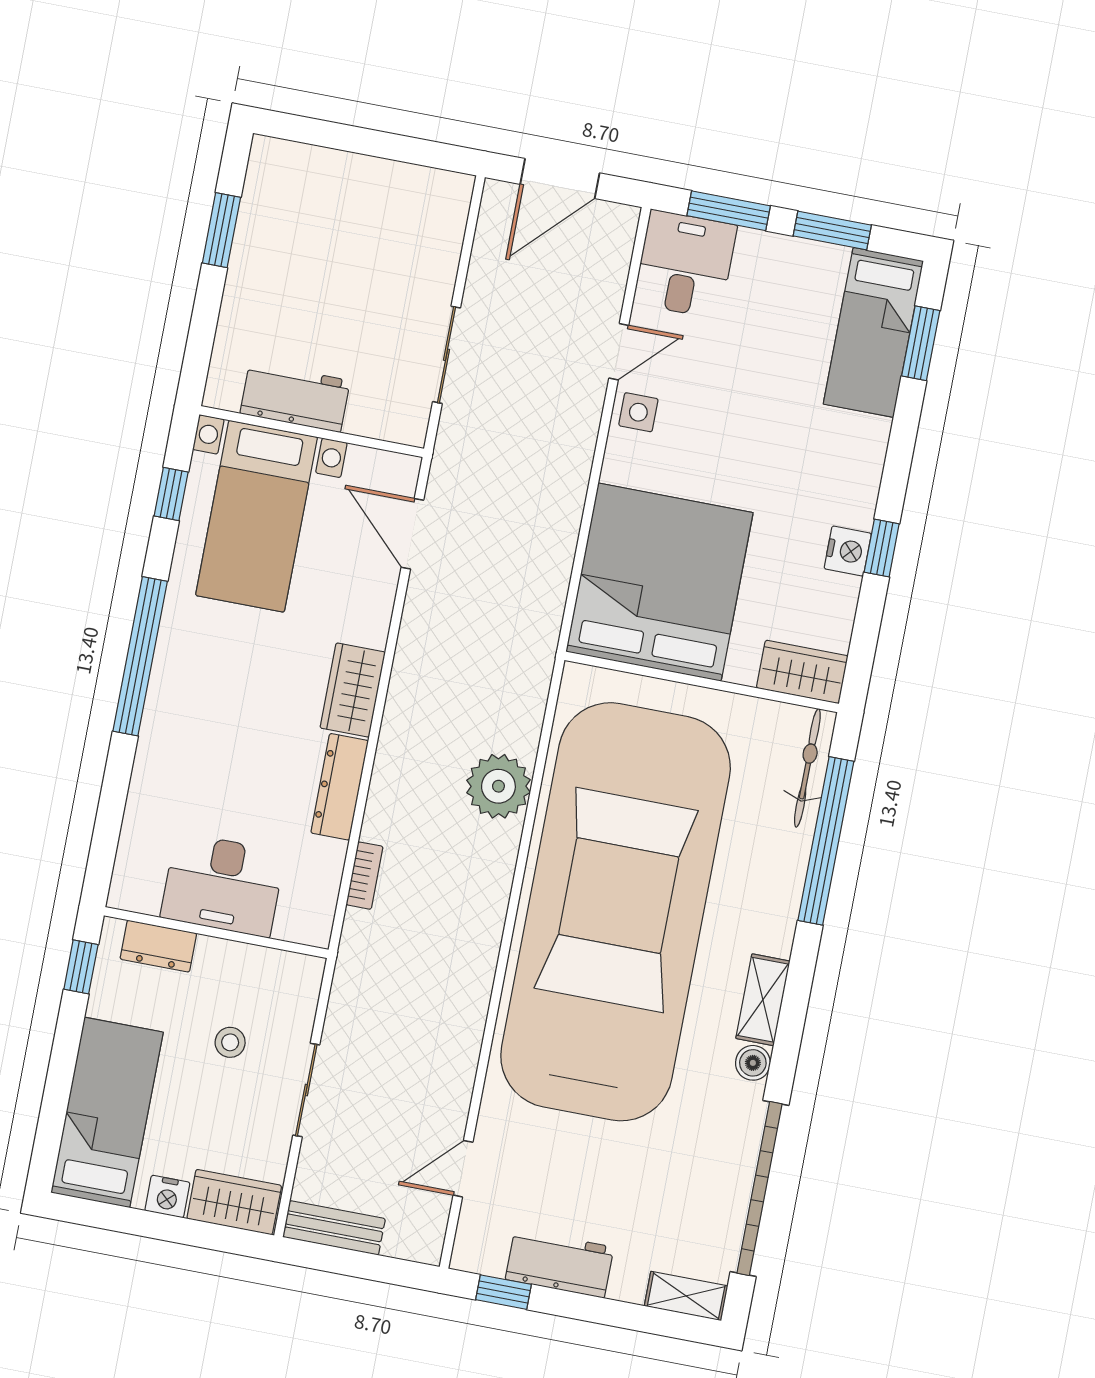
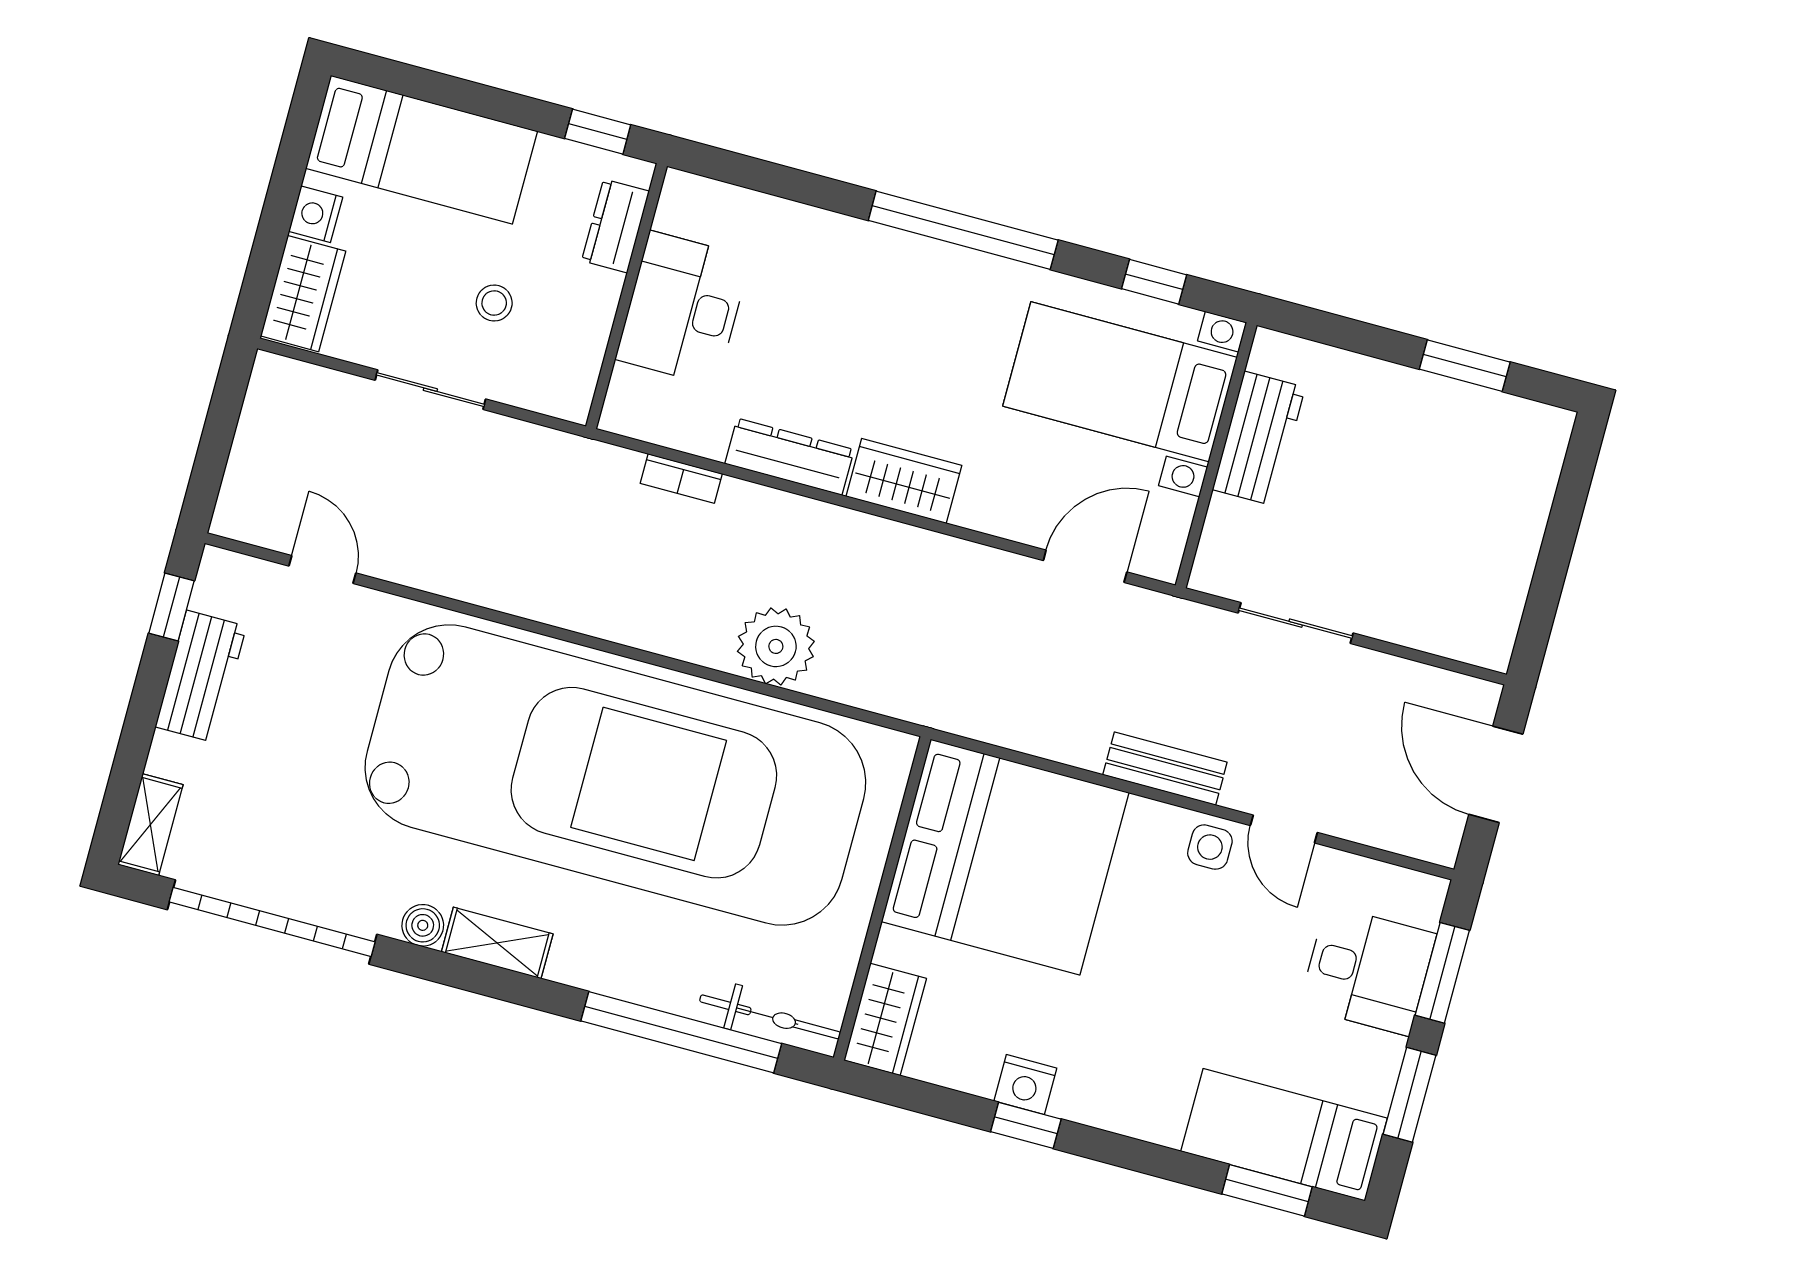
desk: (685, 264) -> (1368, 970), moved
bench: (334, 1228) -> (1165, 769), moved, turned 90

